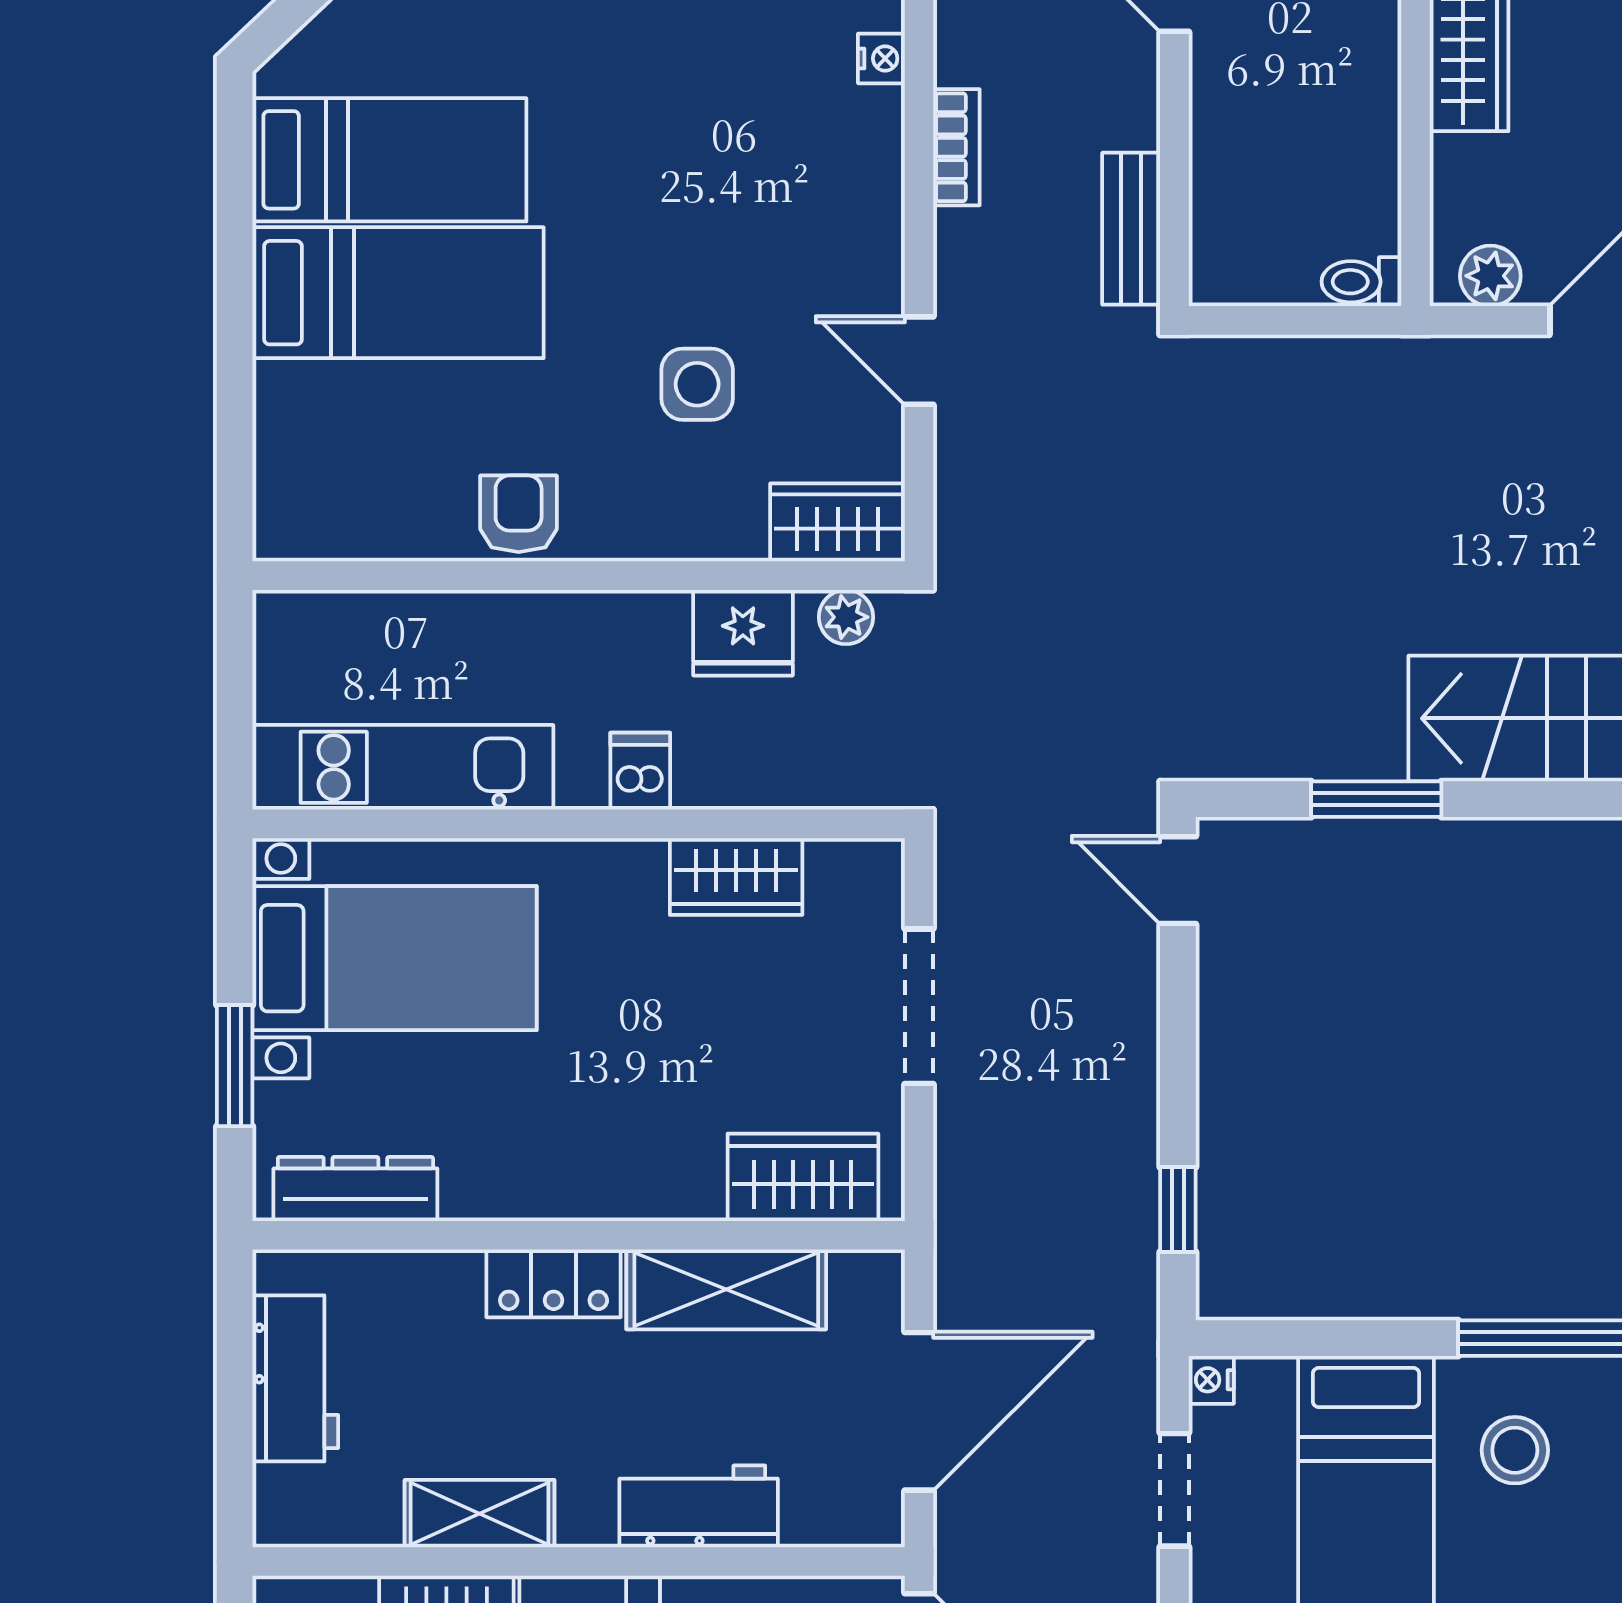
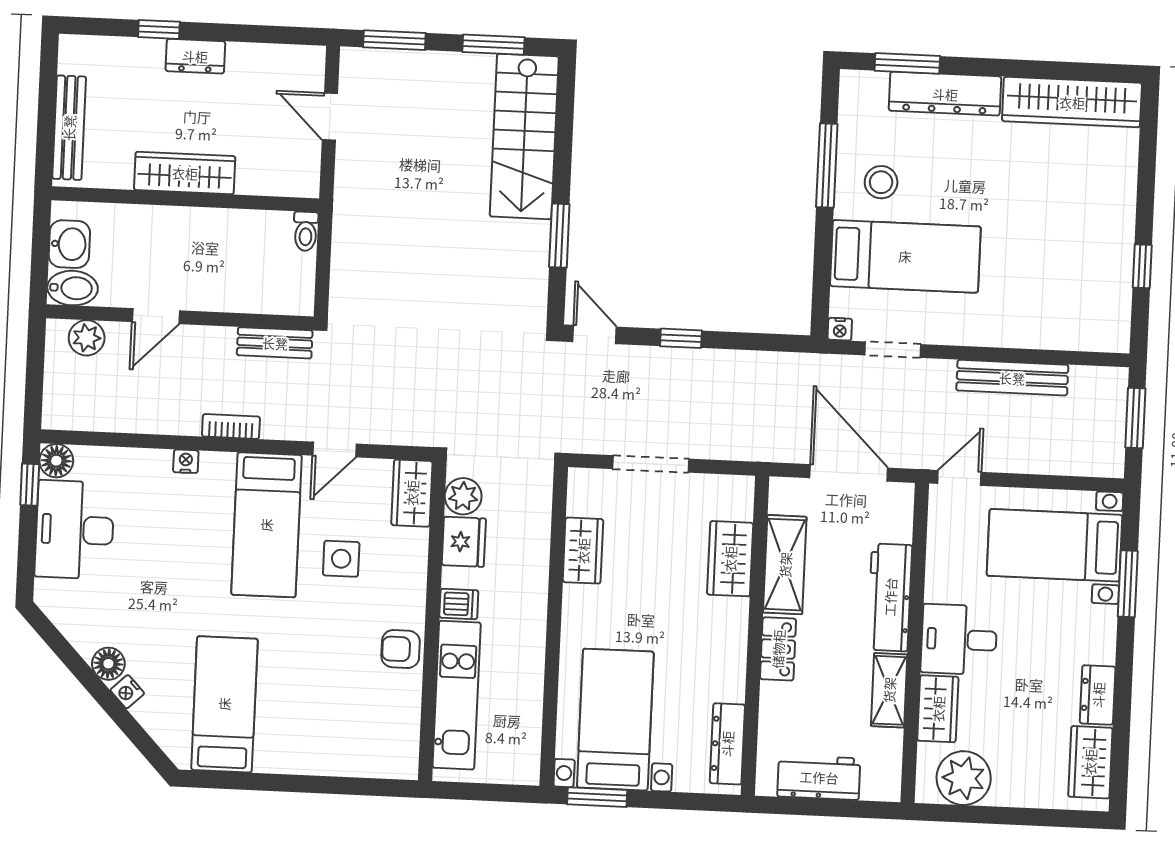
plant: (1490, 276) -> (306, 168), removed
bed: (398, 293) -> (266, 525), moved, turned 180
plant: (846, 617) -> (463, 496), width x1.38, depth x1.38
kitchen unit: (403, 767) -> (457, 695), moved, turned 180
dishwasher: (640, 771) -> (459, 604), moved, turned 180
door: (1178, 880) -> (595, 334), swing flipped
window: (235, 1066) -> (597, 797), moved
wardrobe: (803, 1177) -> (730, 559), moved
window: (1178, 1210) -> (681, 338), moved
workbench: (699, 1506) -> (890, 597), width x1.38

